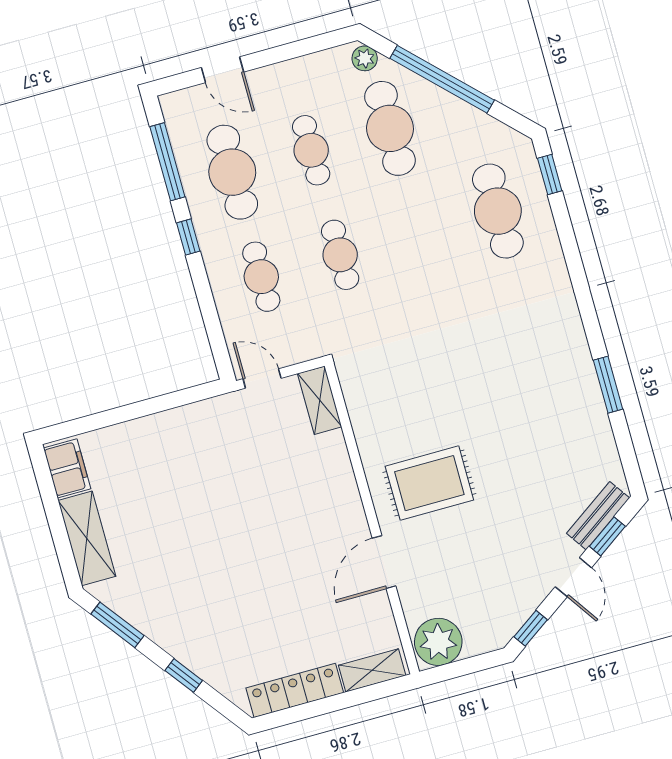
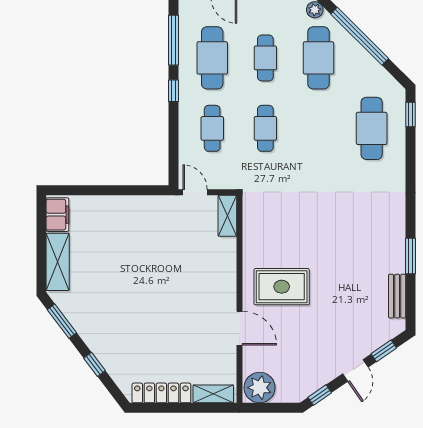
bench: (598, 516) -> (397, 296), moved, turned -55
door: (384, 562) -> (239, 328), swing flipped

